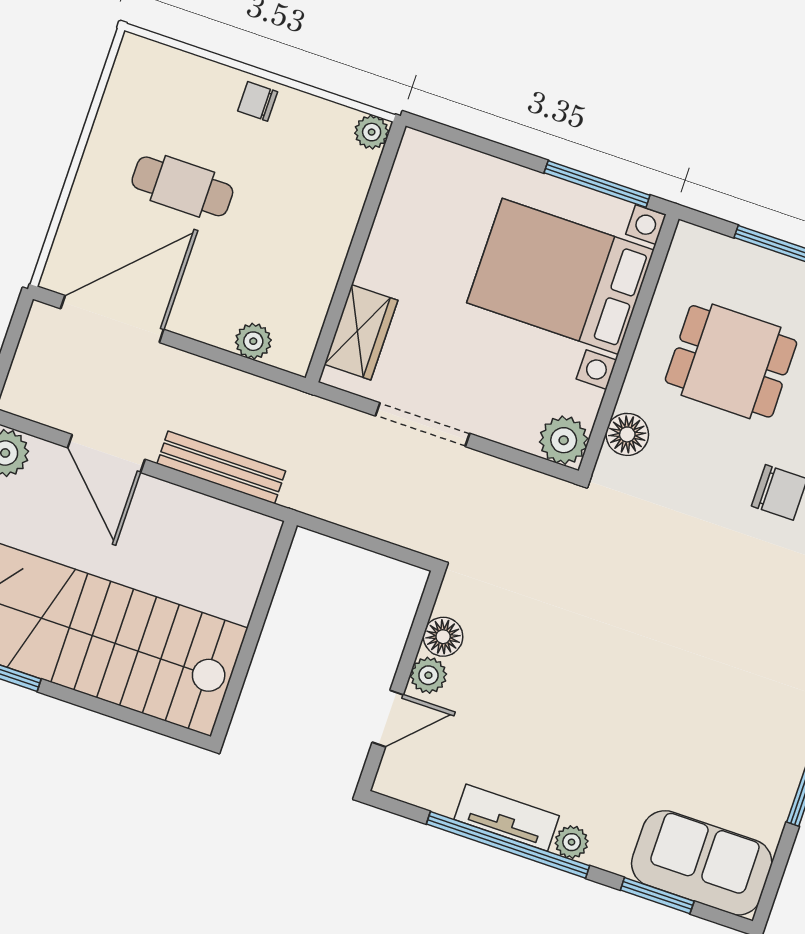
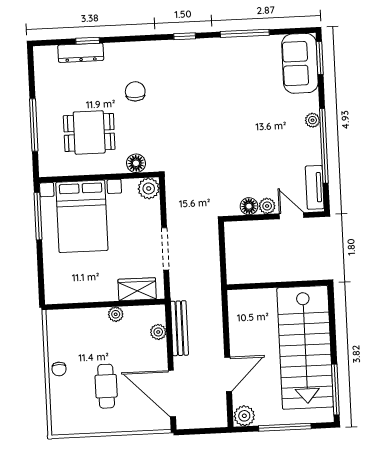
plant: (372, 132) -> (116, 314), moved
dining table: (731, 361) -> (89, 132), turned 90
bench: (221, 467) -> (179, 328), moved
tv unit: (507, 818) -> (315, 187), moved
window: (657, 896) -> (320, 58), moved

